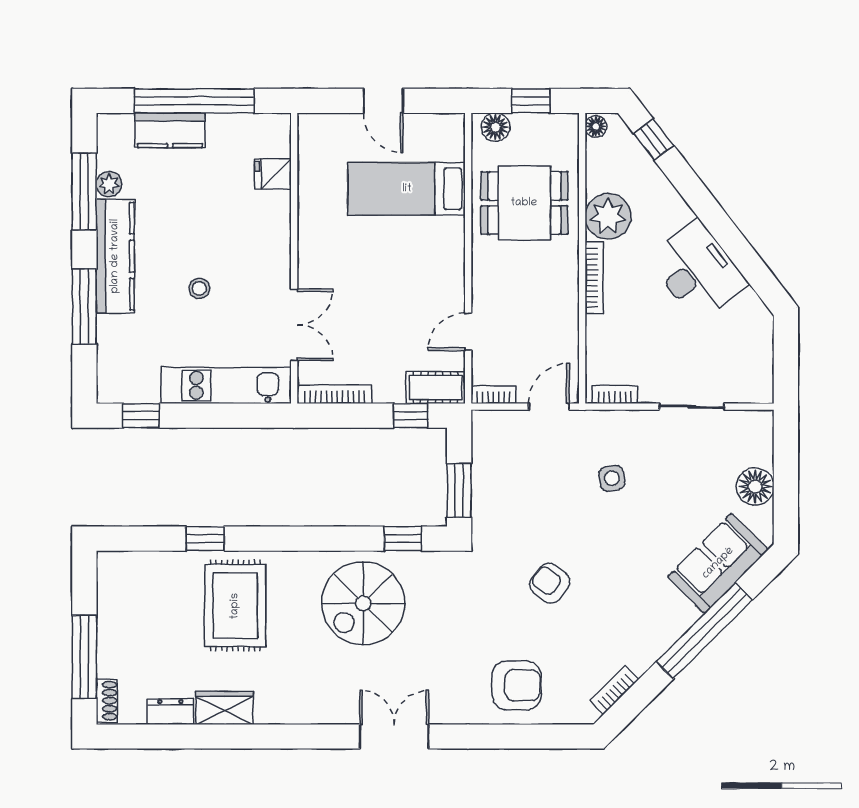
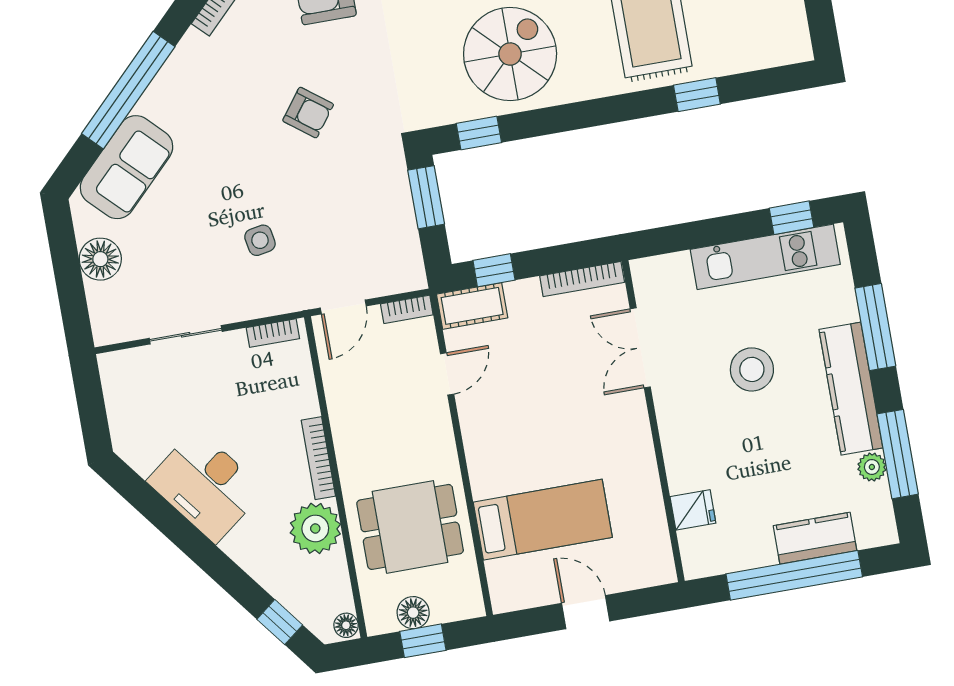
floor lamp: (495, 127) -> (413, 613), moved
stool: (199, 288) -> (752, 369), width x1.89, depth x1.89
kitchen unit: (226, 385) -> (765, 257), moved

